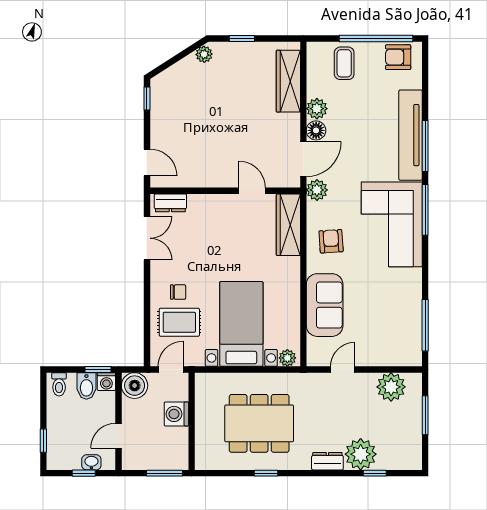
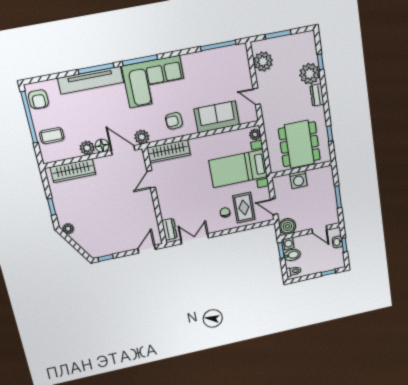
washing machine: (176, 414) -> (298, 180), moved
wall: (192, 421) -> (302, 169), moved

